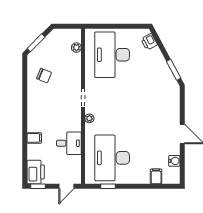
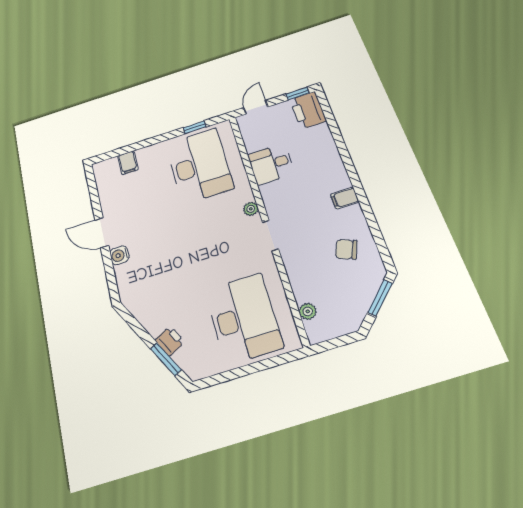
printer: (149, 42) -> (170, 341), moved
window: (174, 70) -> (166, 359), moved
filing cabinet: (34, 138) -> (345, 198), moved
water cooler: (174, 161) -> (119, 255), moved

